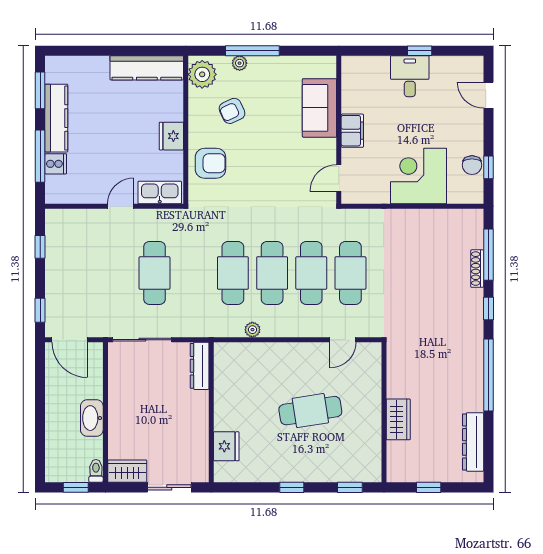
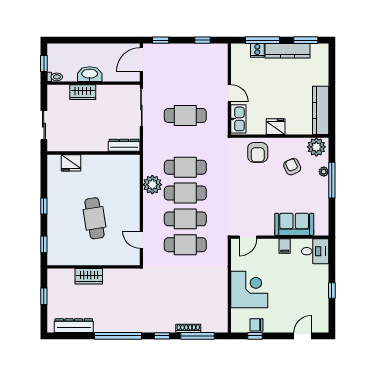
desk: (410, 76) -> (315, 251), moved
filing cabinet: (352, 131) -> (285, 246), width x0.50
door: (339, 178) -> (248, 237), swing flipped
plant: (252, 330) -> (152, 185), width x1.87, depth x1.87
wardrobe: (127, 471) -> (83, 92), moved, turned 90

